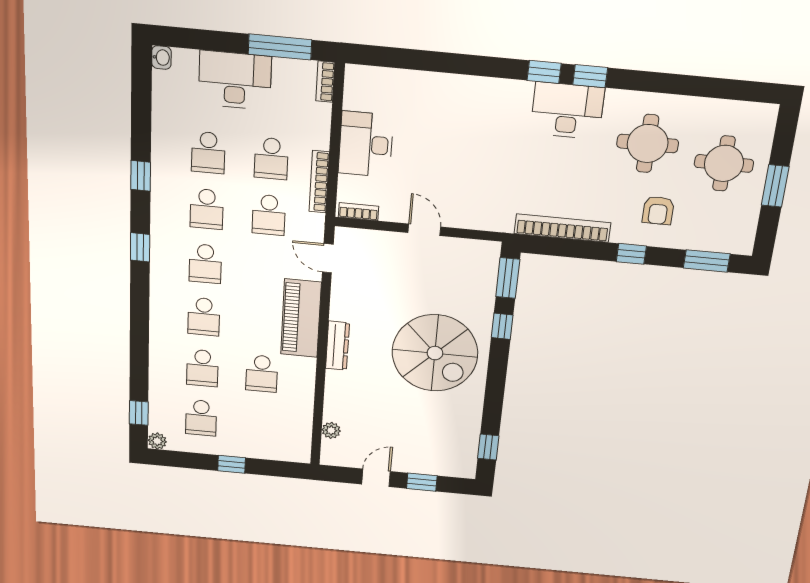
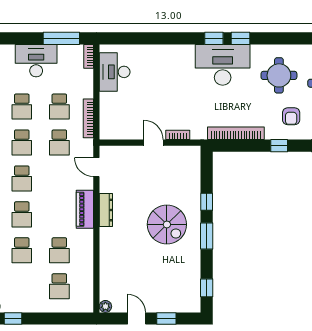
desk: (567, 111) -> (223, 65), width x1.36, depth x1.30
desk: (366, 144) -> (115, 72), moved
bookcase: (359, 212) -> (178, 135), moved
window: (508, 278) -> (207, 236), moved
piano: (301, 318) -> (85, 209), width x0.73, depth x0.75
dresser: (338, 346) -> (106, 210), moved
spiral stairs: (435, 353) -> (167, 224), width x0.73, depth x0.73
school desk: (201, 418) -> (59, 286), moved
plant: (331, 430) -> (105, 306), moved
window: (232, 464) -> (13, 318), moved
door: (376, 478) -> (137, 318), hinge flipped

